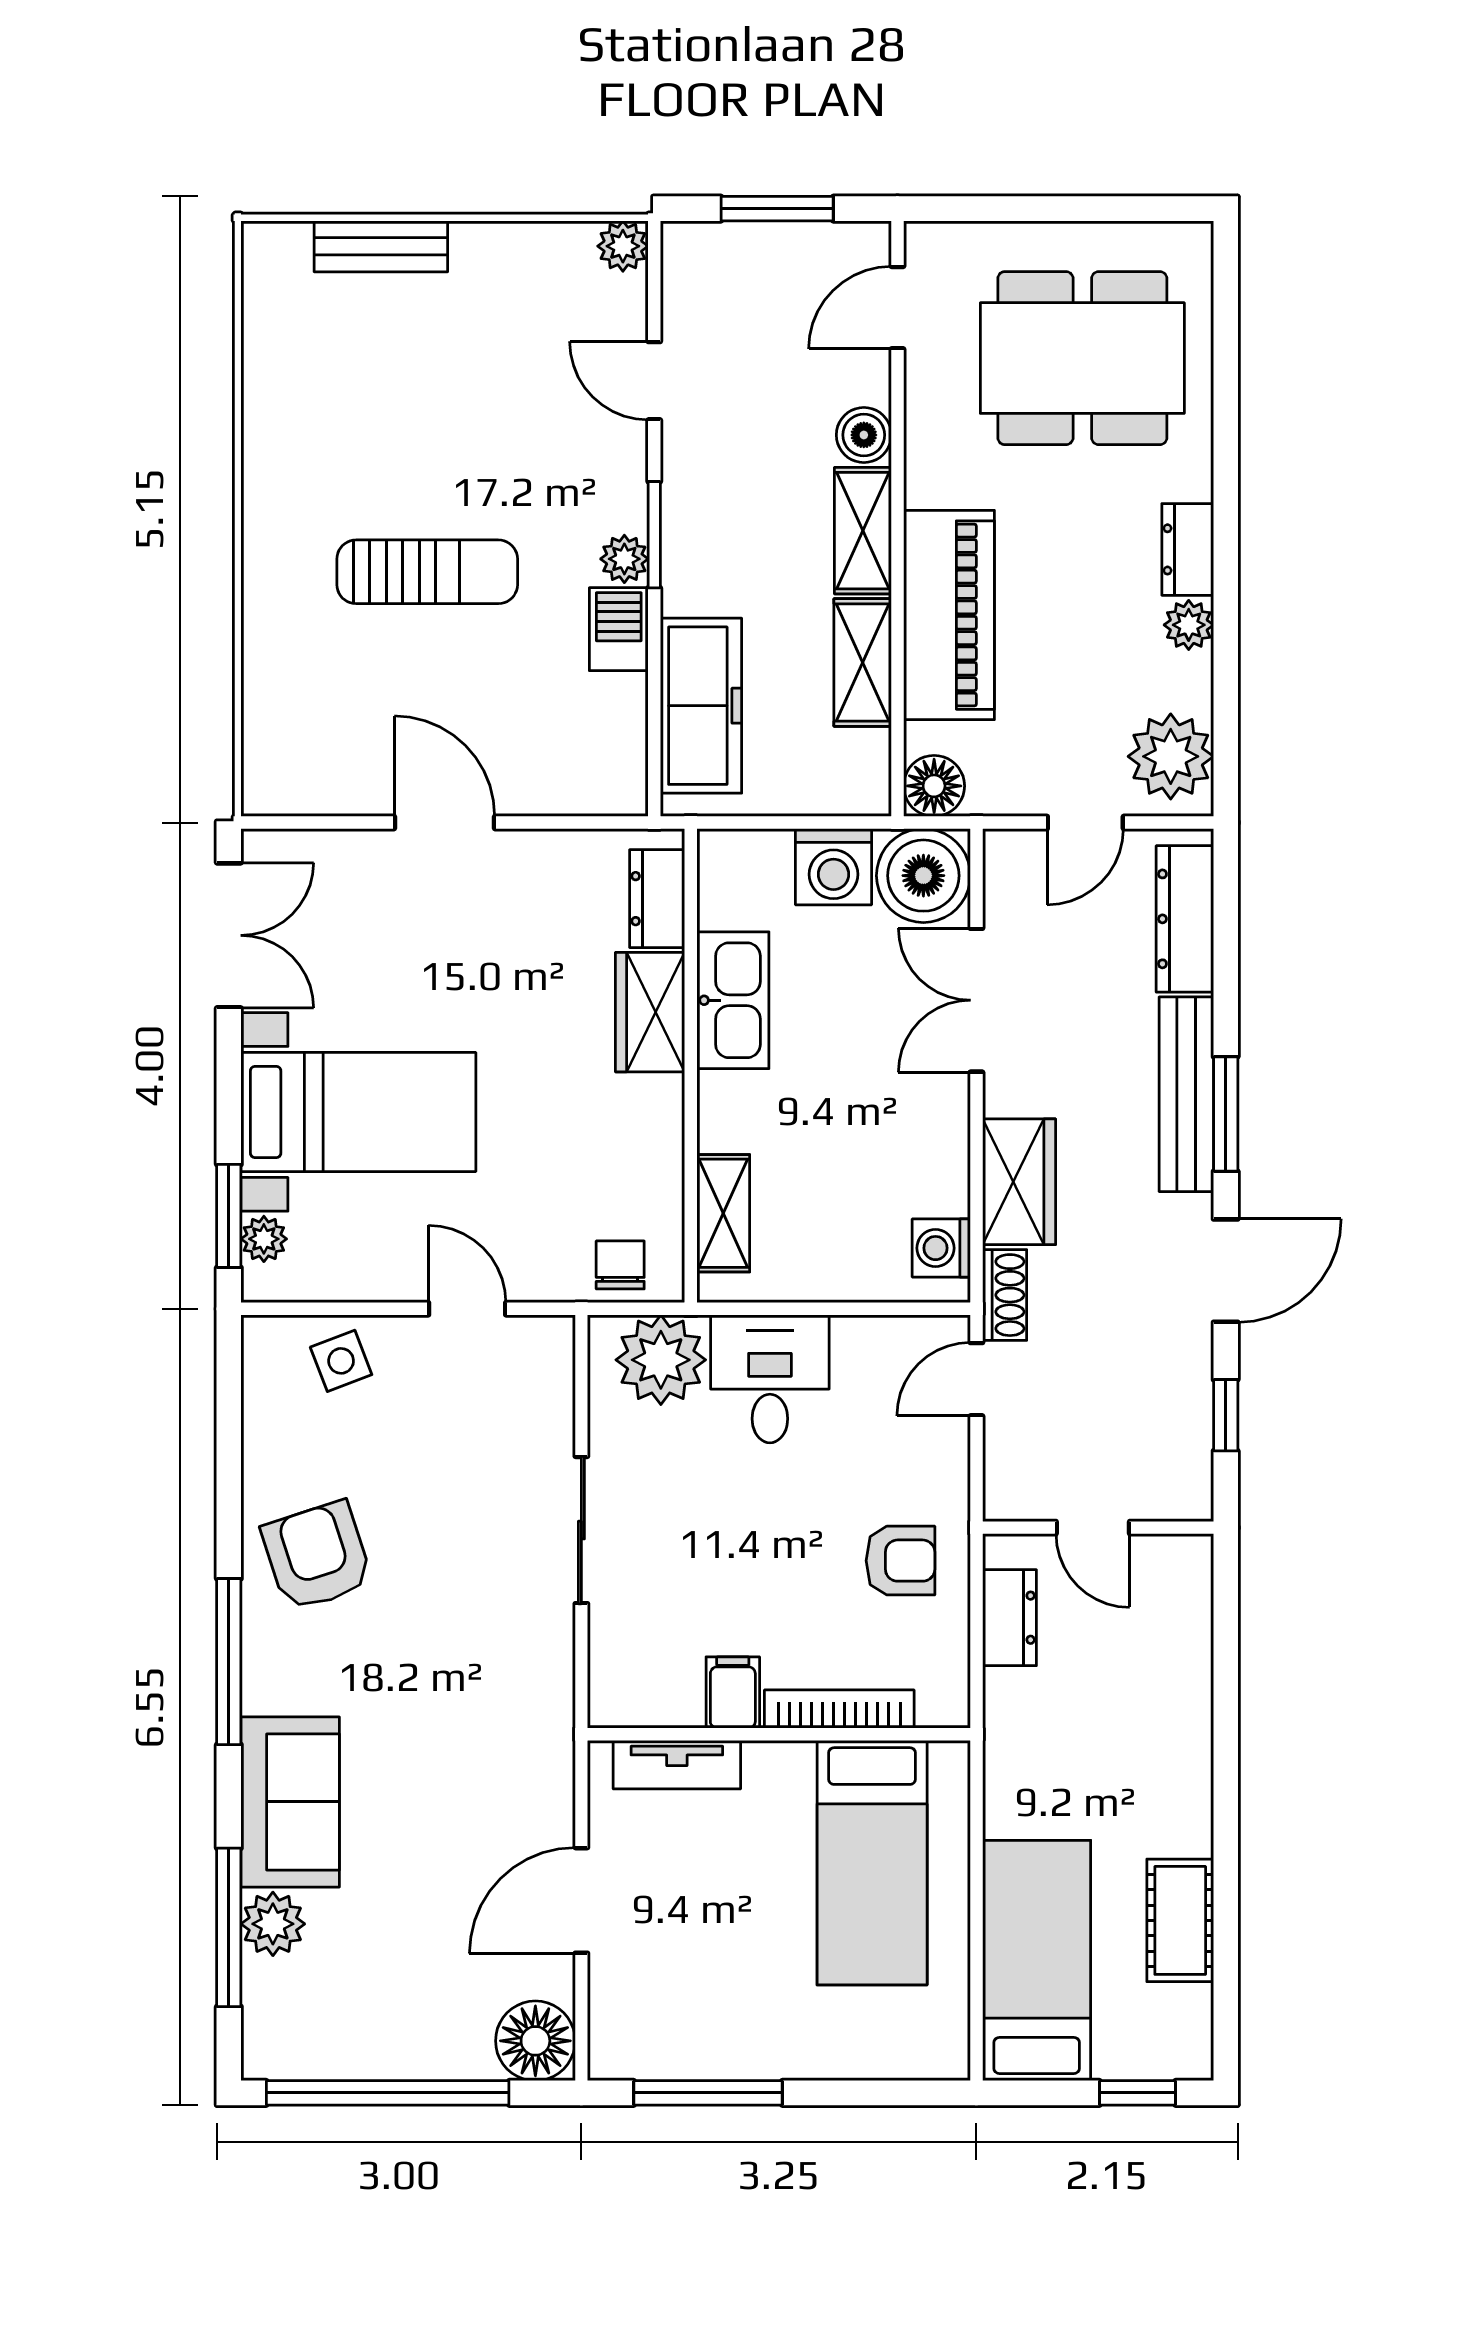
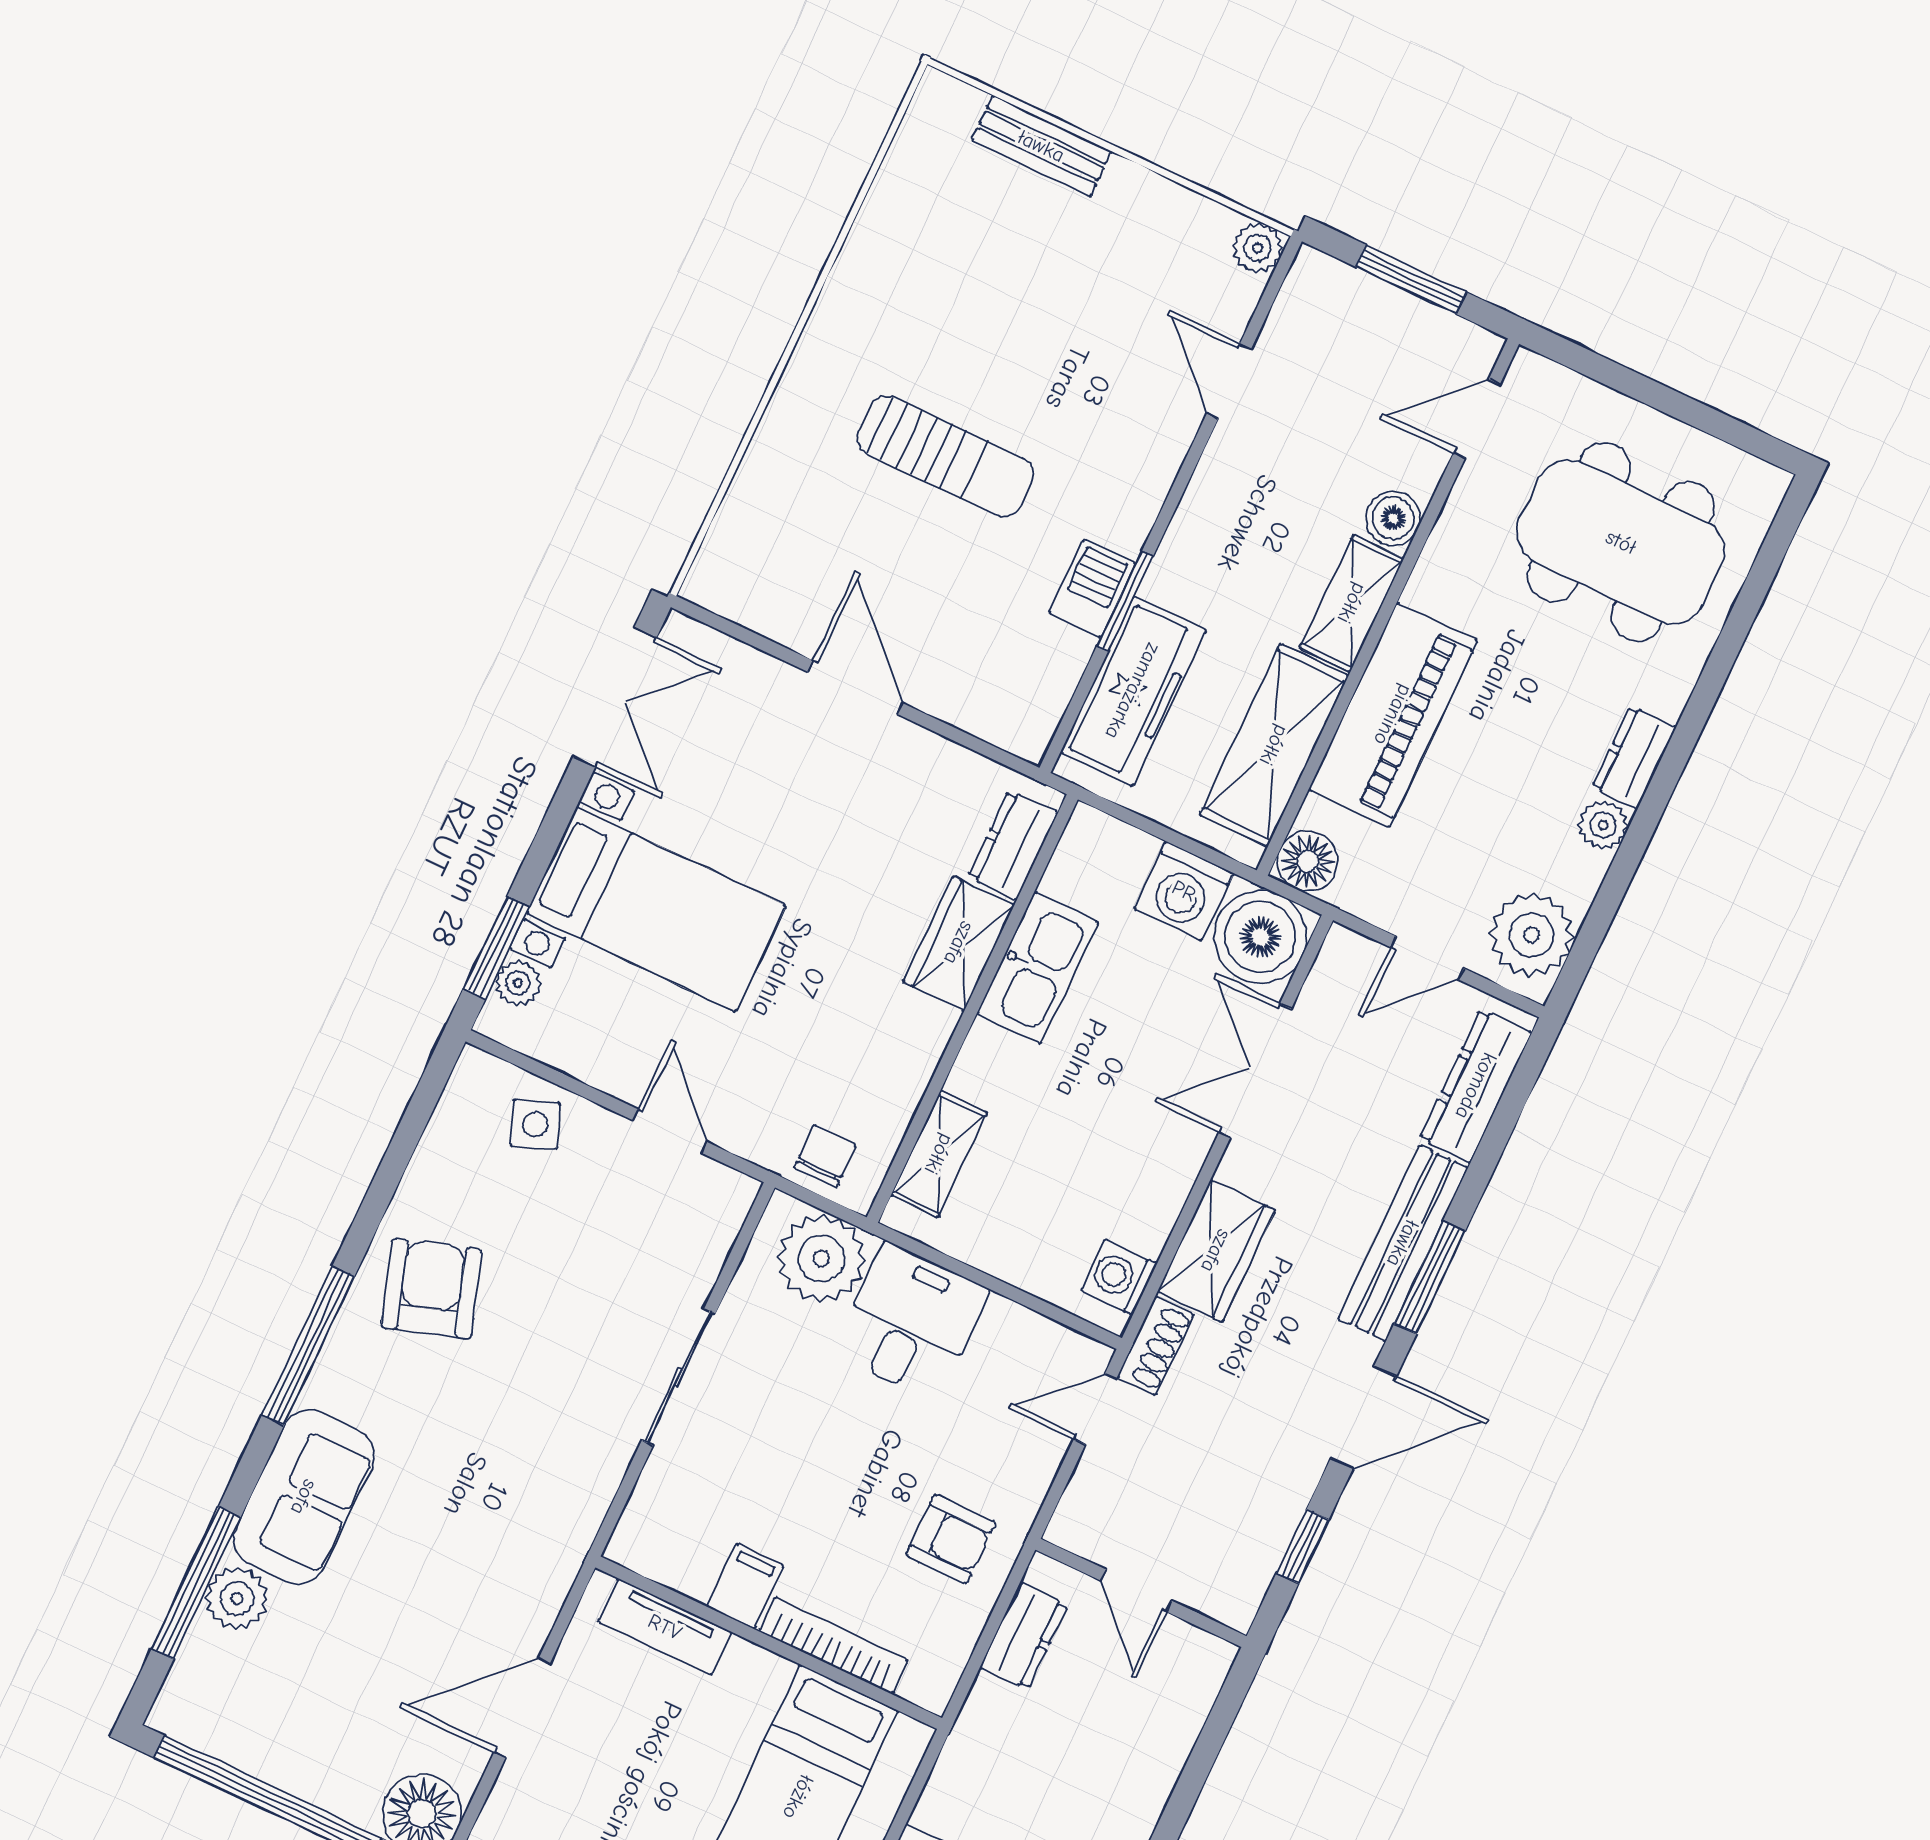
window: (654, 535) -> (1125, 601), moved
plant: (624, 559) -> (1127, 528), removed
shelving: (863, 663) -> (1274, 745), width x1.50, depth x1.33

